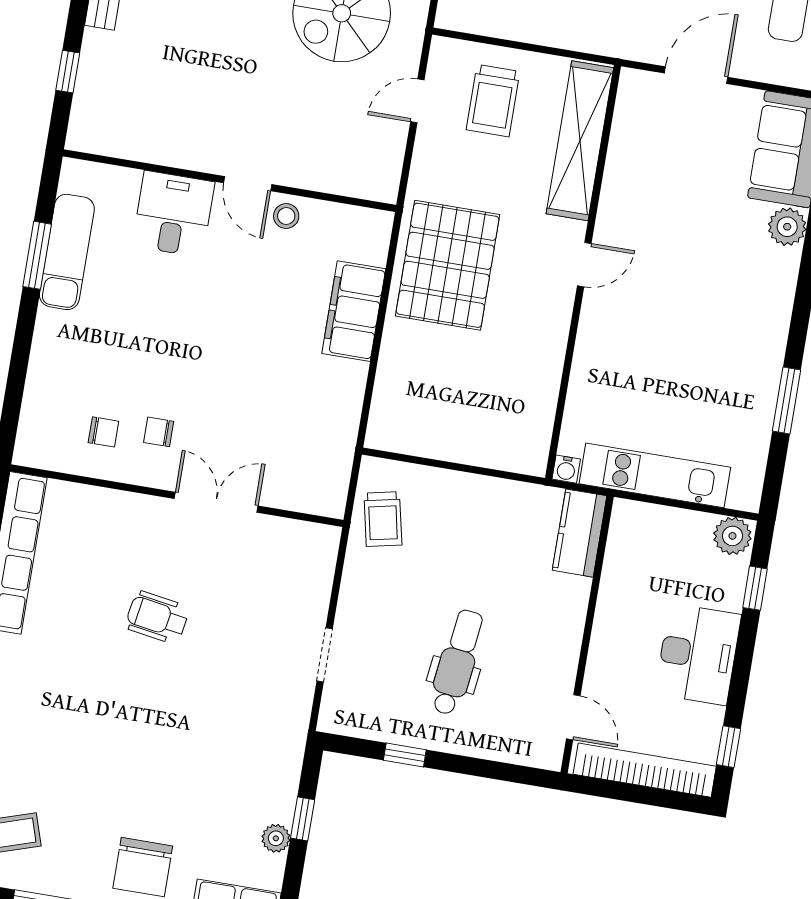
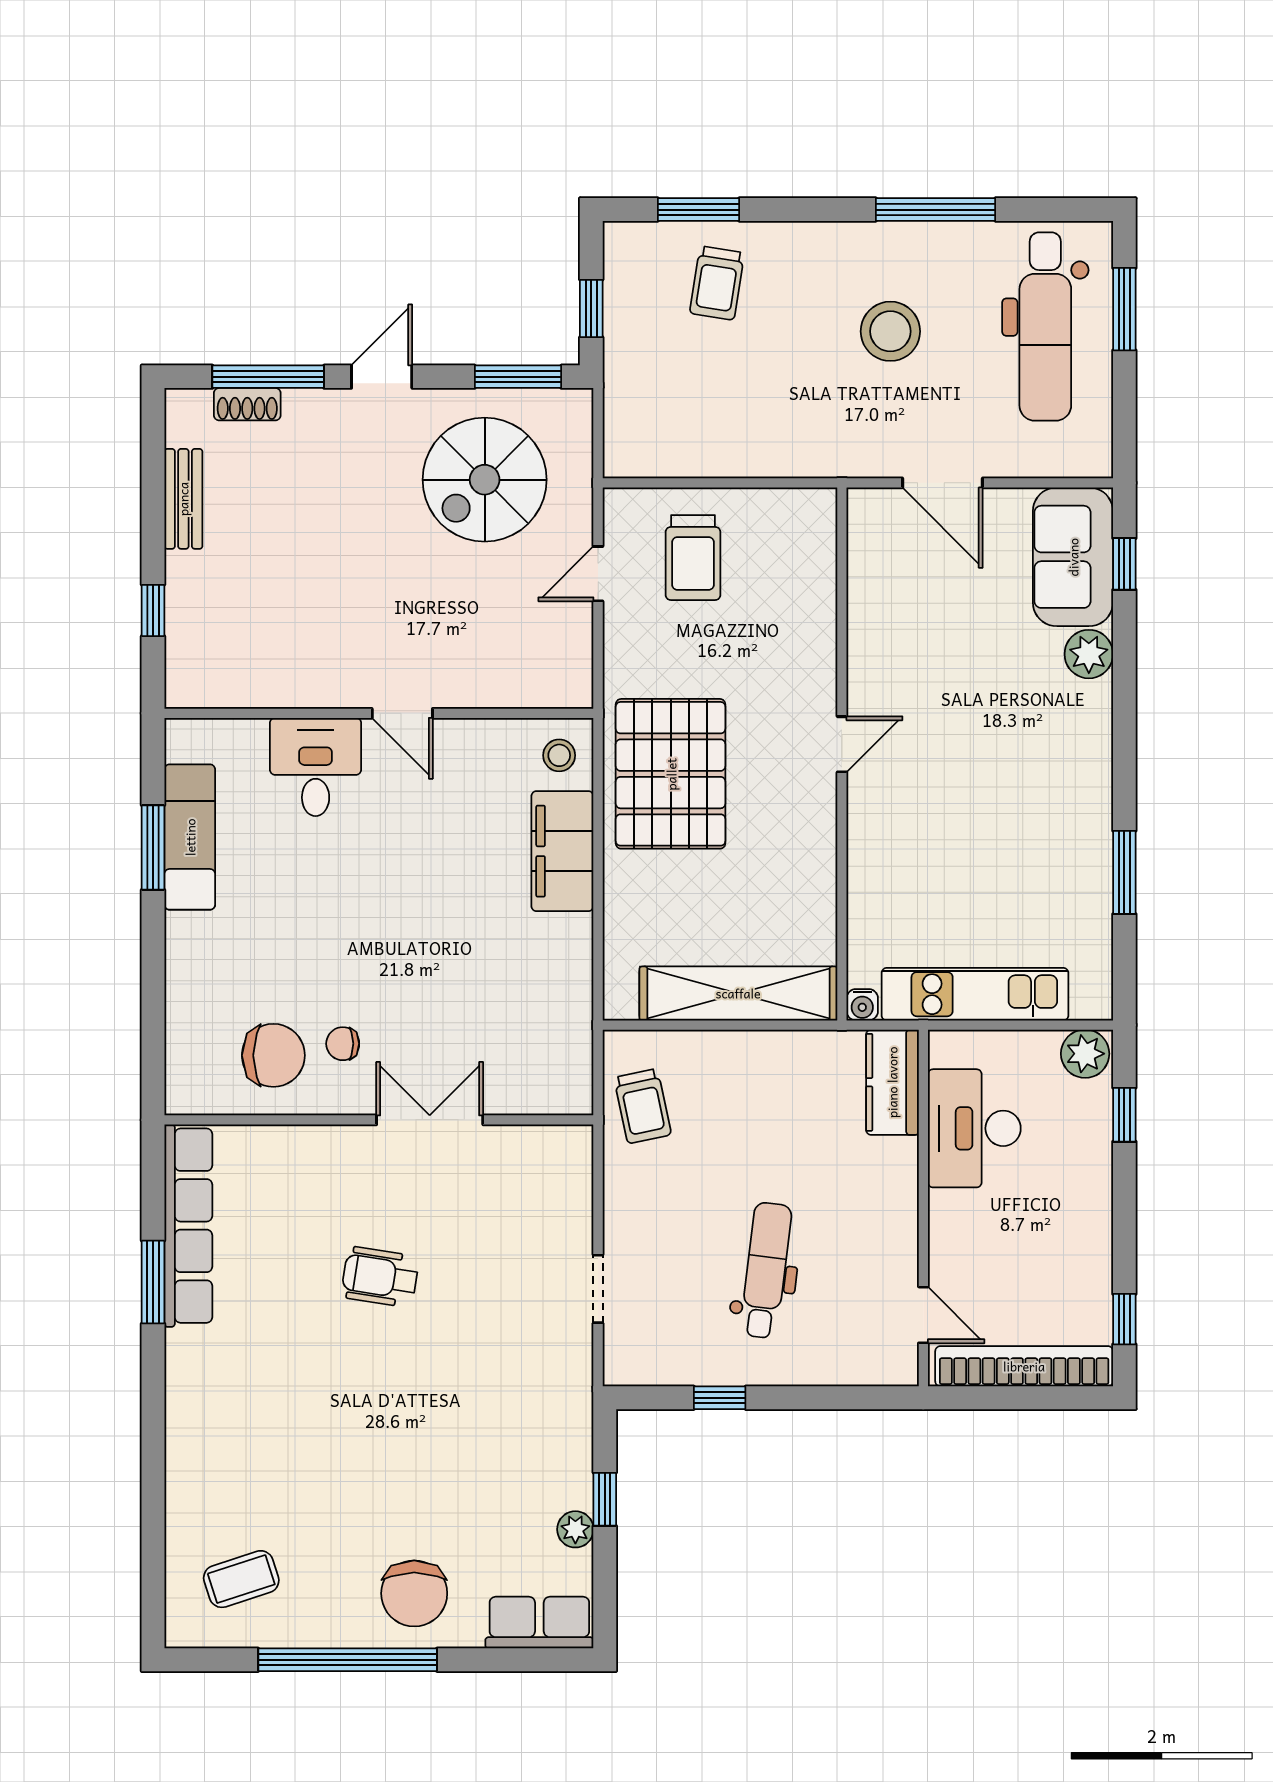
door: (696, 75) -> (943, 483), swing flipped
shelving: (580, 141) -> (738, 993), moved, turned 90
stool: (286, 216) -> (559, 755), moved
chair: (103, 432) -> (273, 1055), width x1.87, depth x1.87
desk: (698, 654) -> (974, 1128), moved, turned 180

